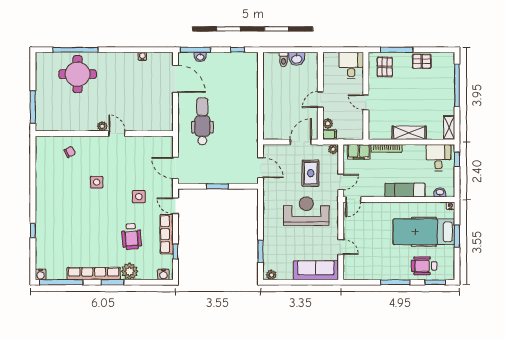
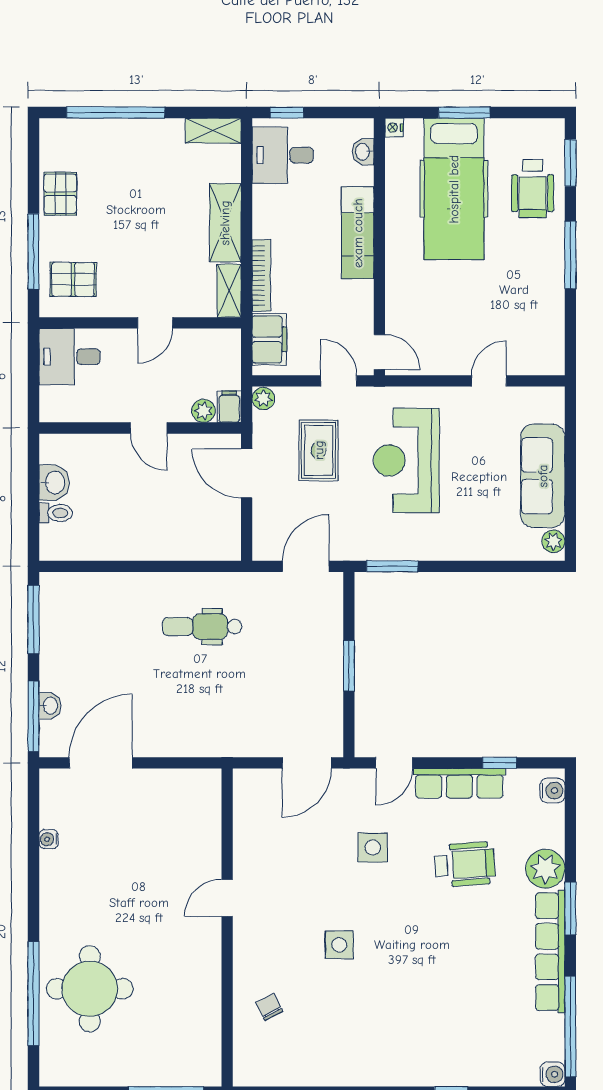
window: (237, 50) -> (33, 620), width x2.17
dental chair: (202, 121) -> (202, 627), moved, width x0.73, depth x0.72
plant: (102, 126) -> (210, 932), removed
shelving: (380, 134) -> (229, 291), added
rug: (311, 173) -> (319, 450), turned 90
window: (260, 251) -> (392, 566), moved
sofa: (316, 270) -> (543, 476), moved

